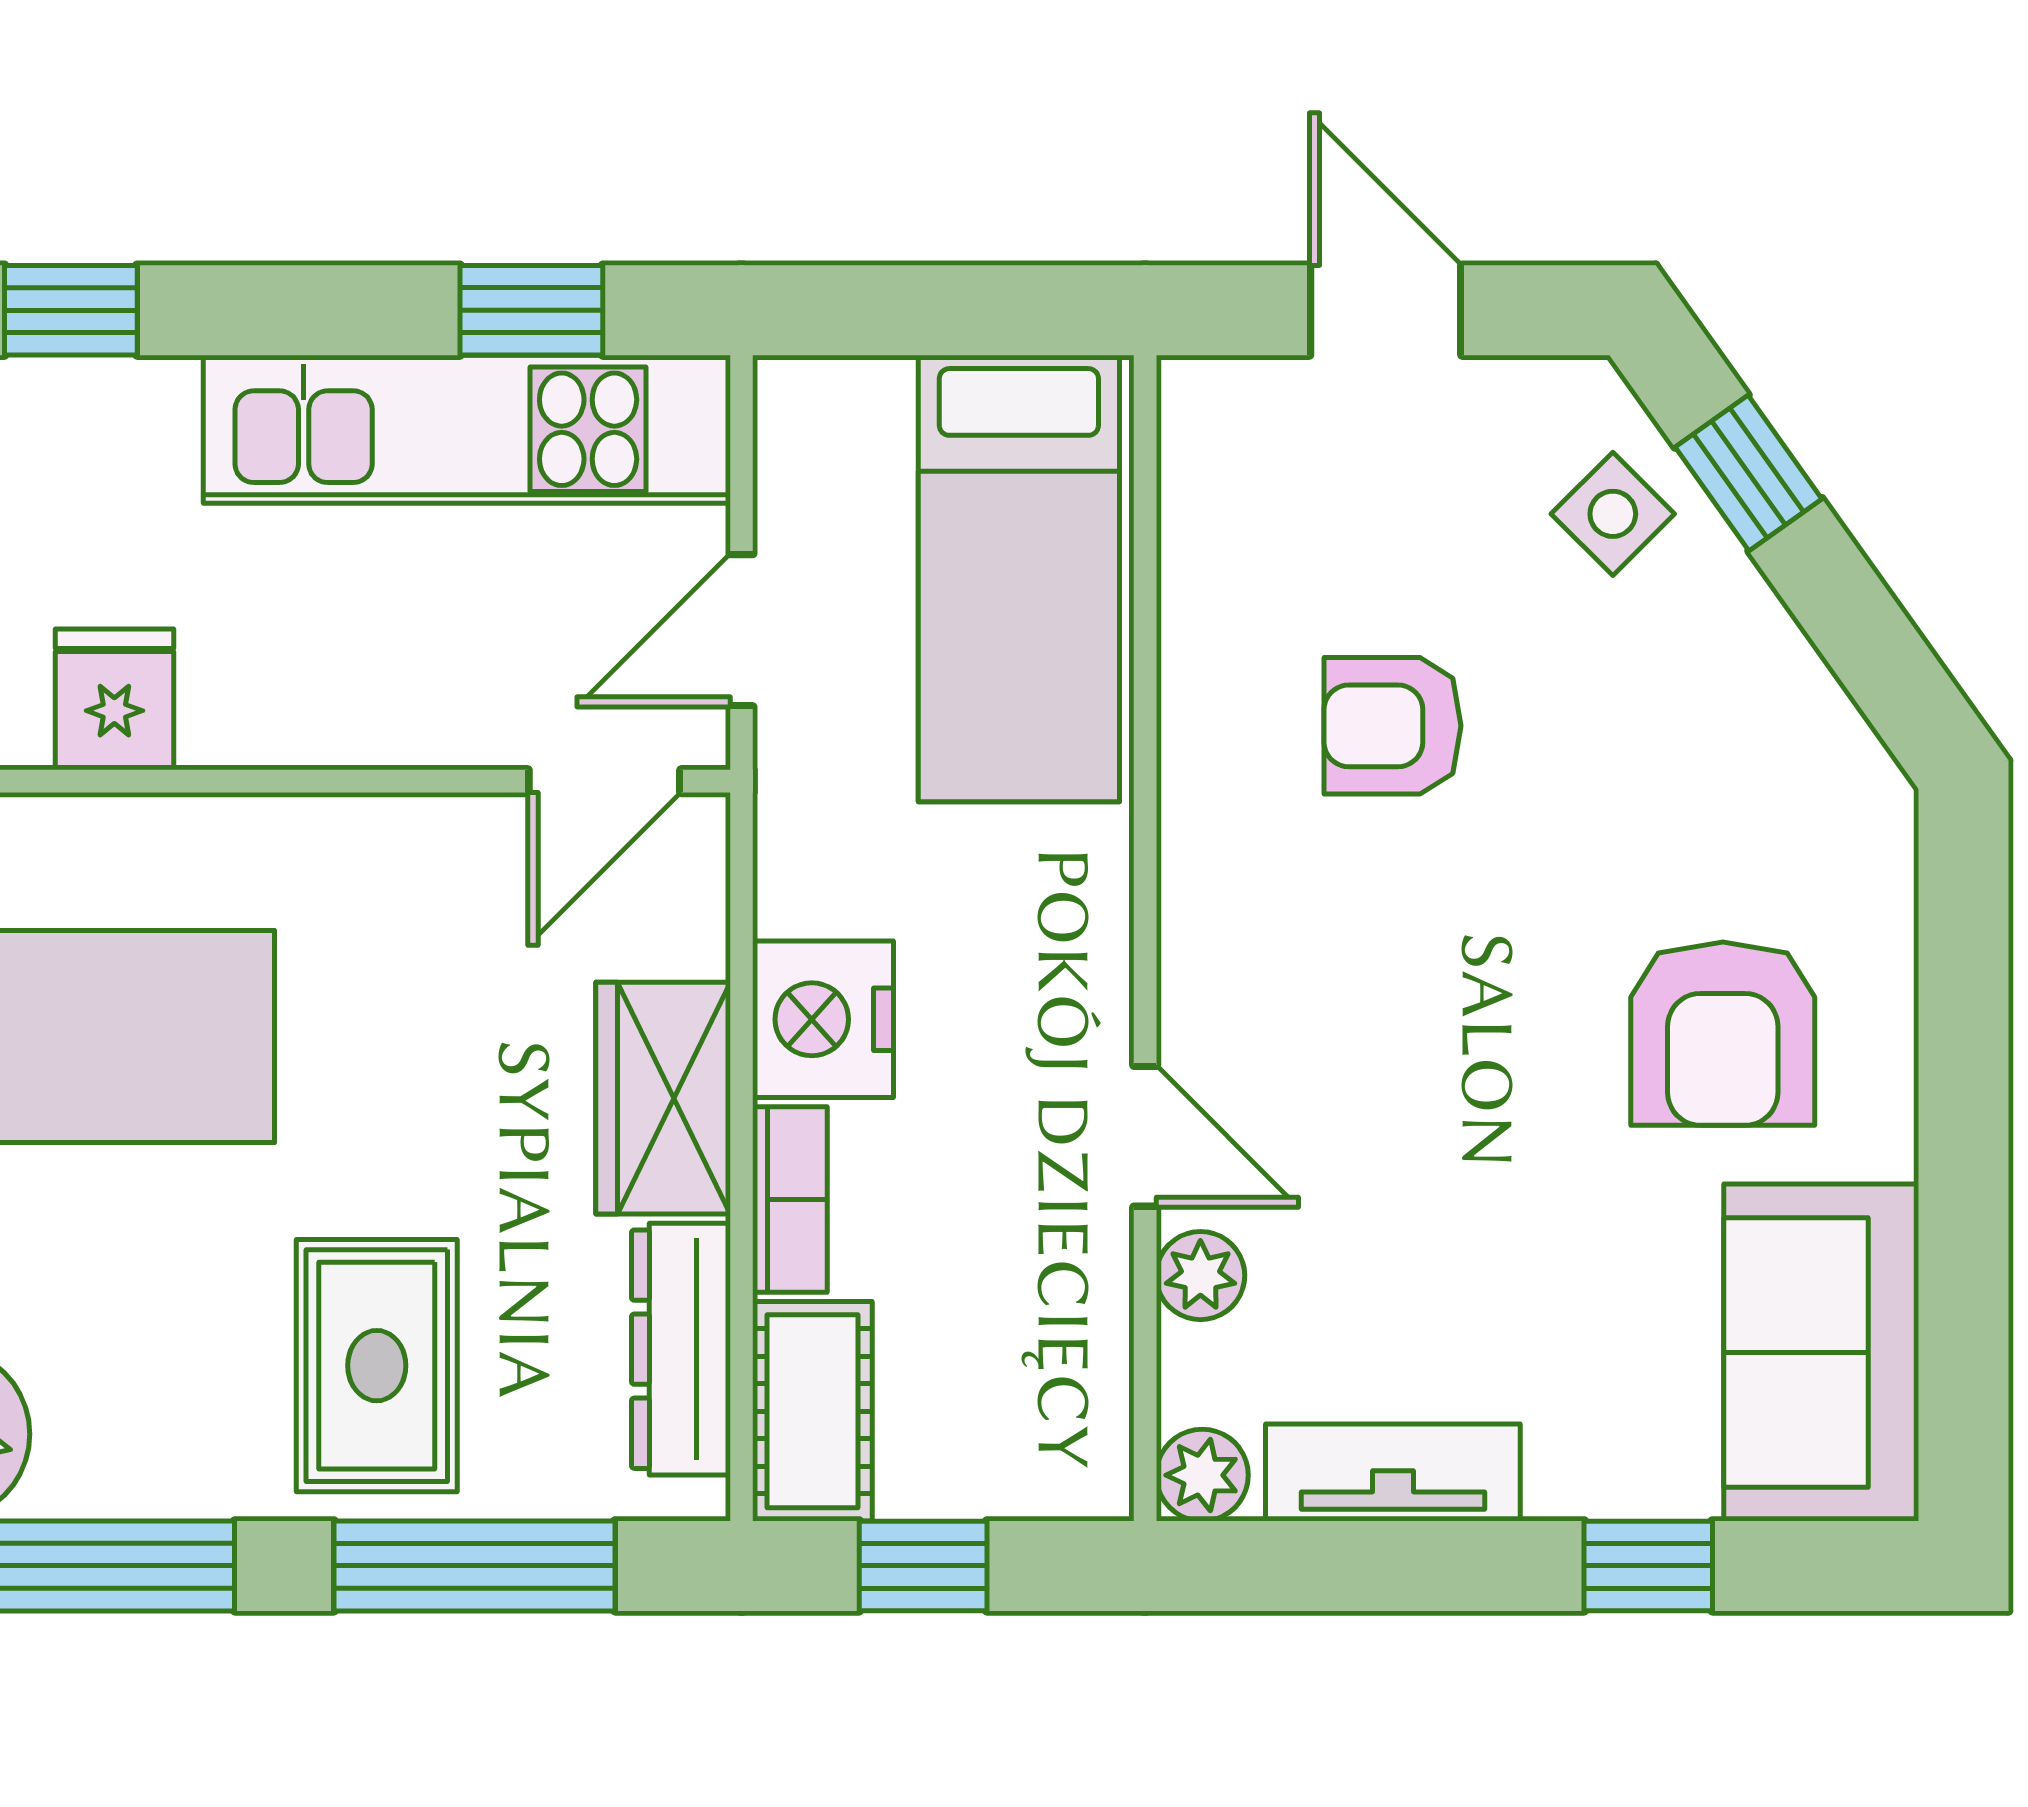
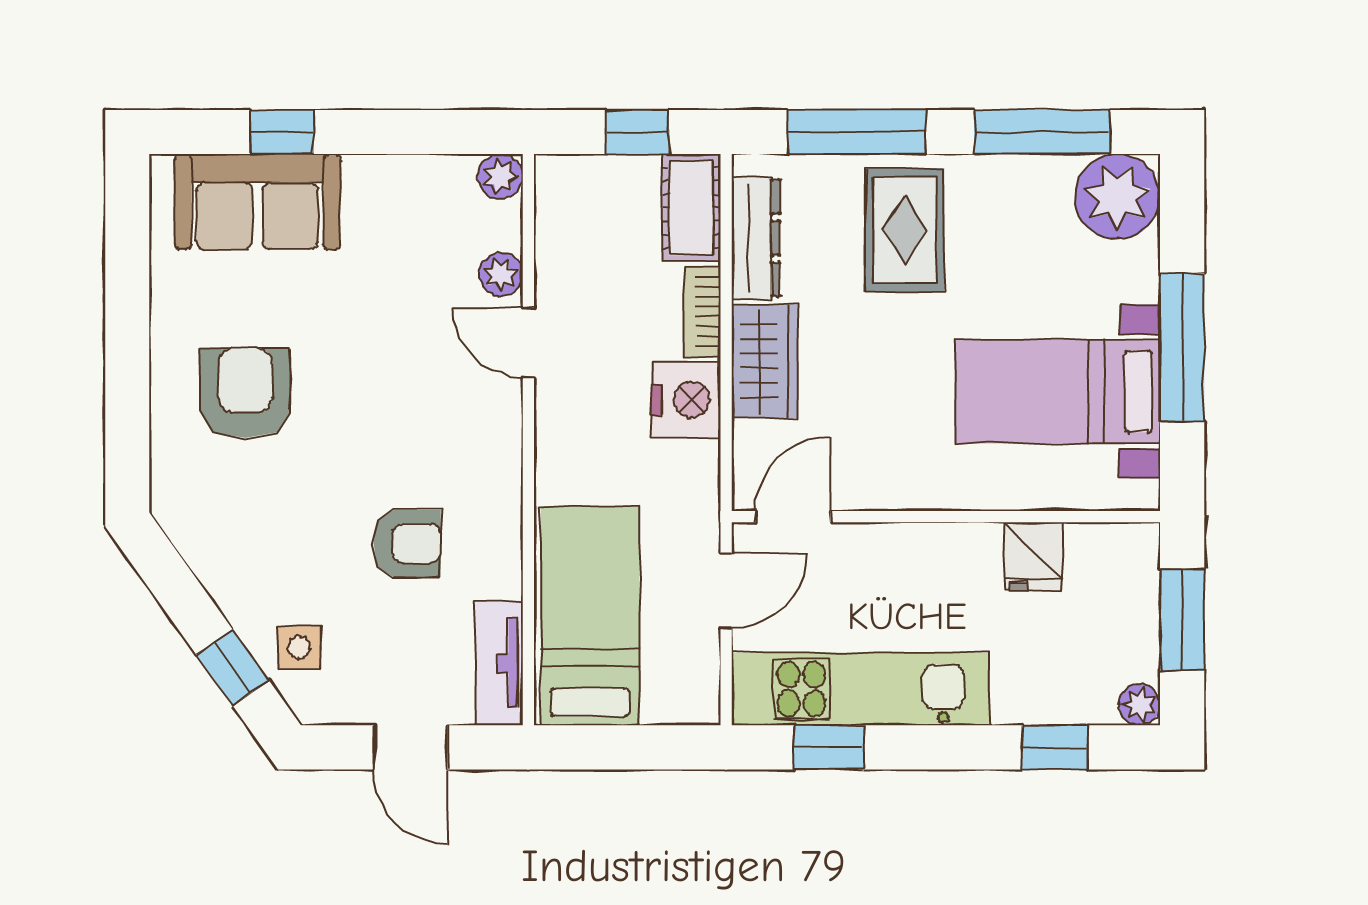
side table: (1613, 514) -> (299, 648), turned 45
sofa: (1821, 1353) -> (258, 202), moved, turned 90
tv unit: (1393, 1472) -> (499, 663), moved, turned 90

